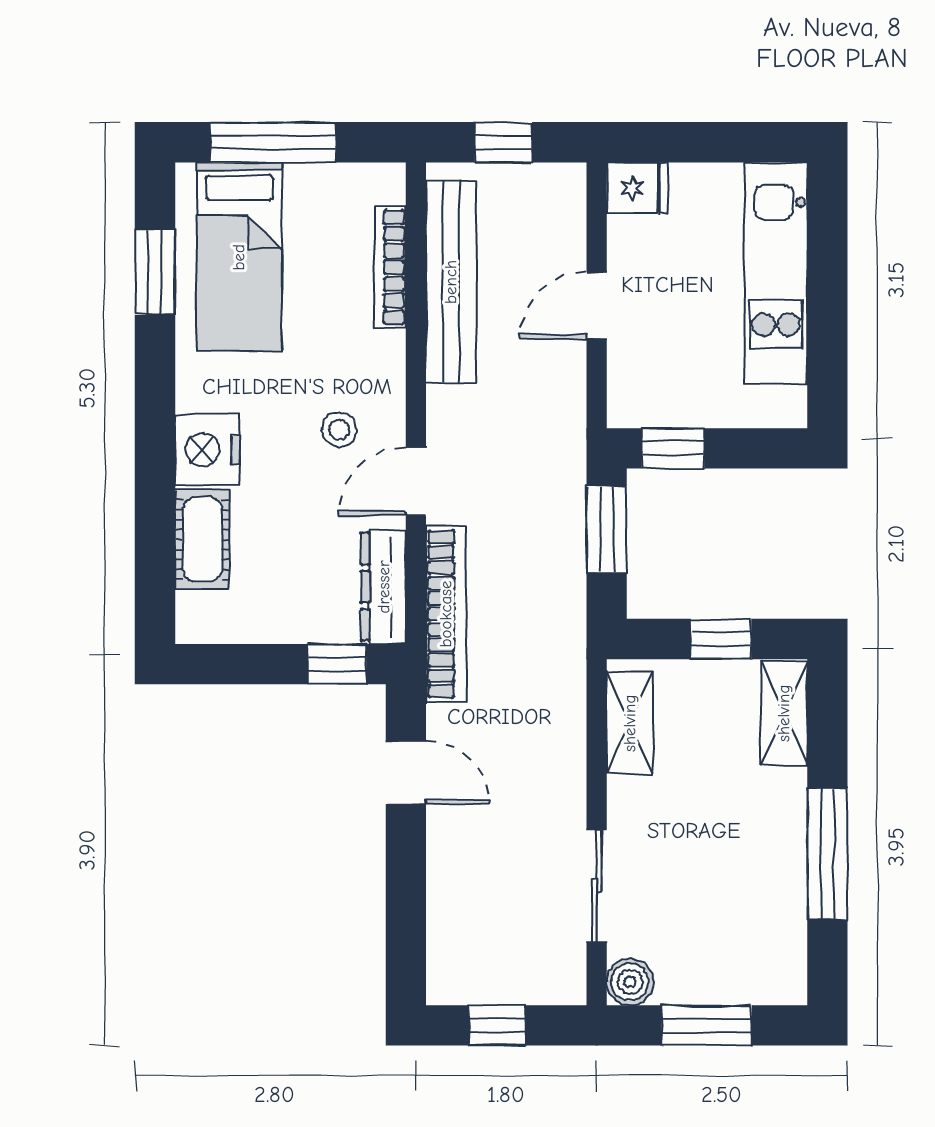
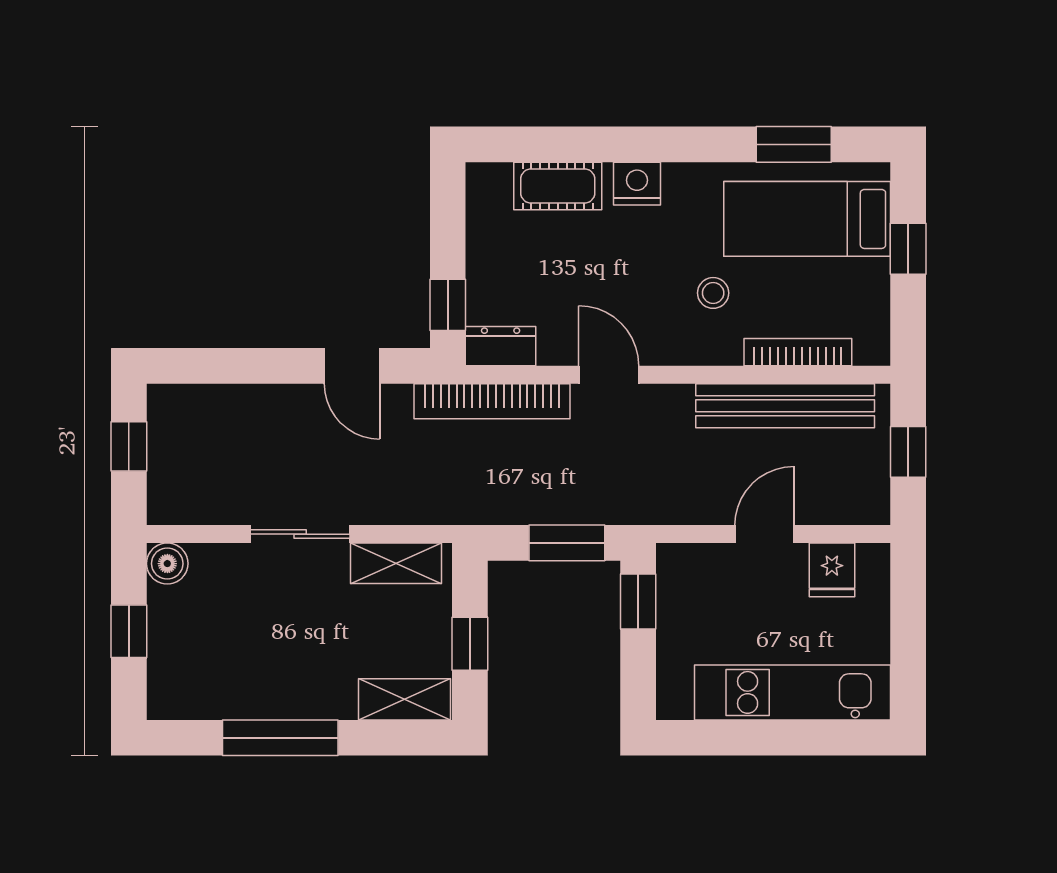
window: (273, 142) -> (908, 249), width x0.46
fridge: (637, 188) -> (832, 570), moved
door: (597, 305) -> (764, 534), hinge flipped
stool: (339, 430) -> (713, 293), moved
nightstand: (207, 450) -> (637, 184), width x0.74, depth x0.75
dresser: (384, 587) -> (501, 346), width x0.70
door: (406, 773) -> (352, 366), hinge flipped
sliding door: (597, 886) -> (300, 534), moved
window: (707, 1025) -> (129, 631), width x0.67

